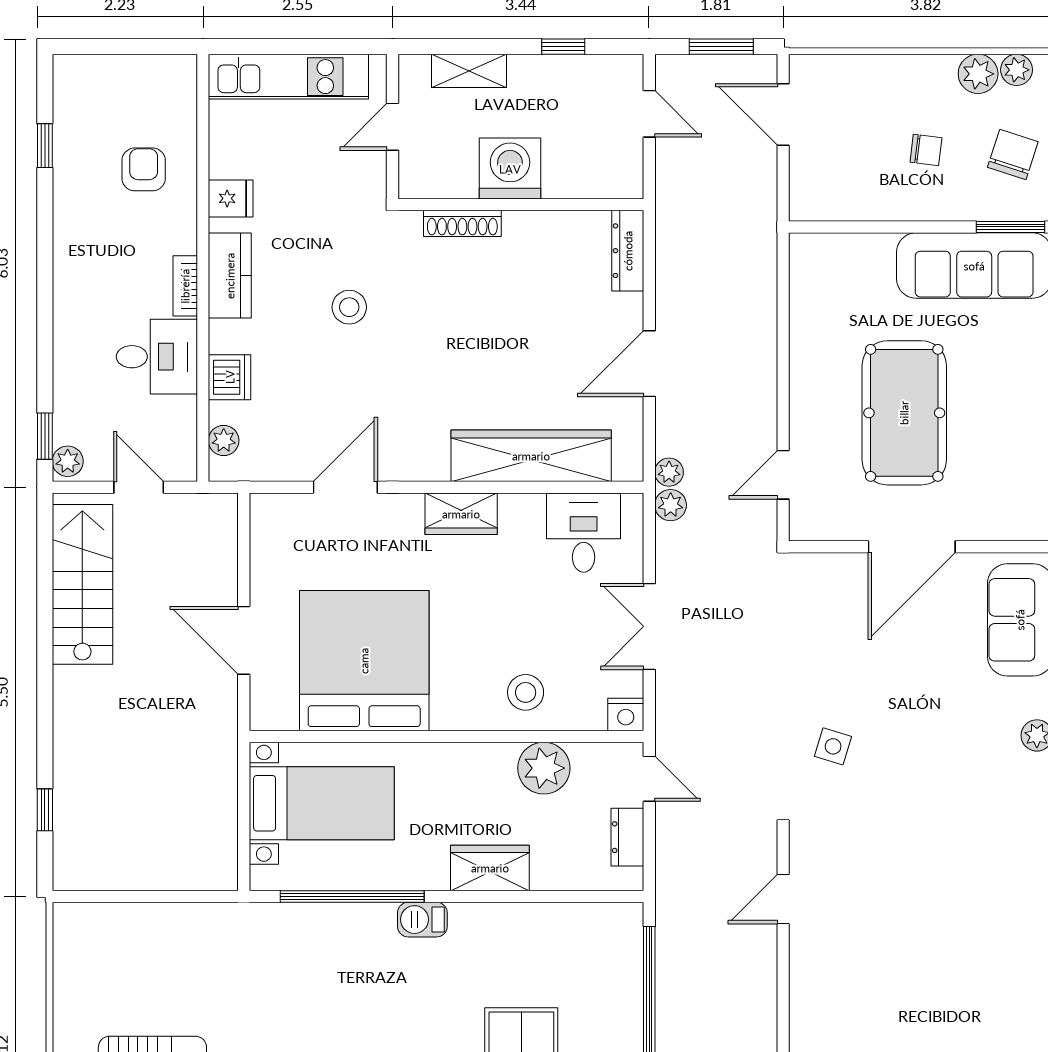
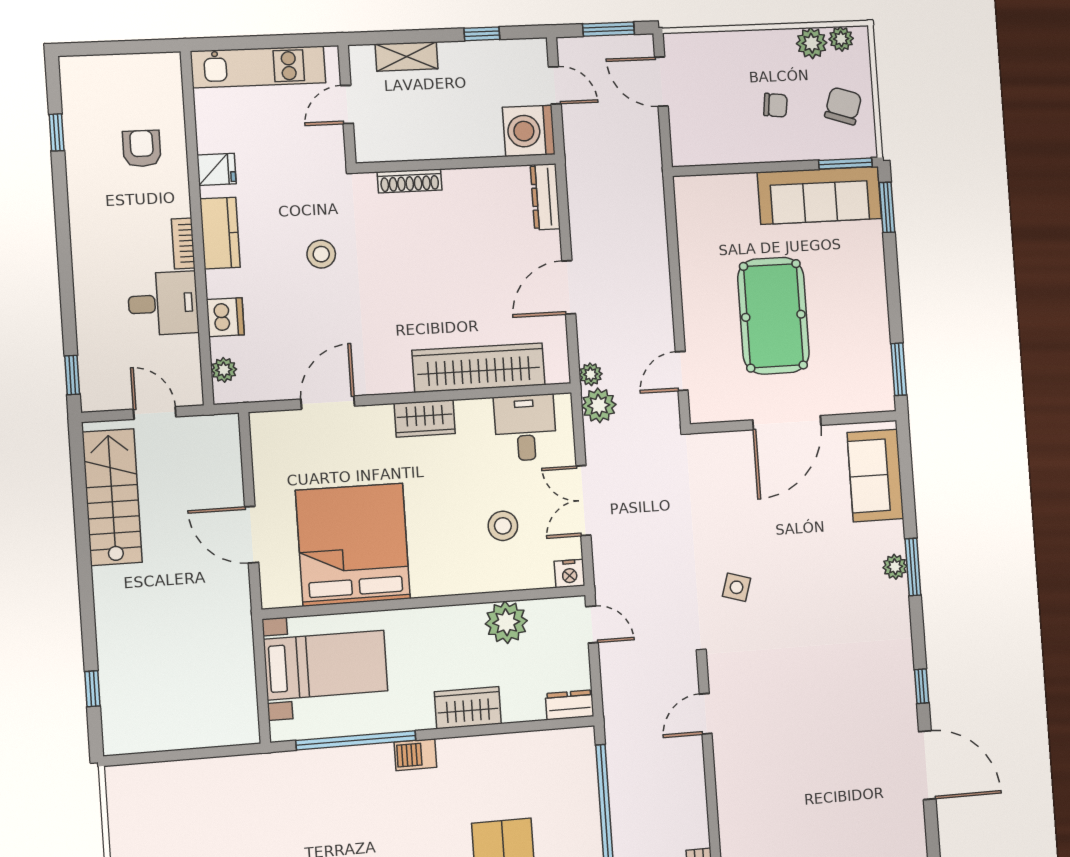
washing machine: (510, 169) -> (529, 131), moved, turned -90
plant: (68, 461) -> (93, 395), removed
plant: (671, 505) -> (599, 405), width x1.38, depth x1.38
stool: (526, 692) -> (503, 526), moved
dresser: (627, 837) -> (570, 705), moved, turned 90

